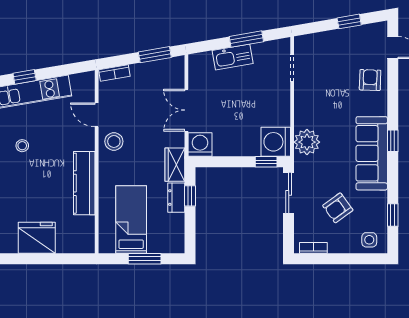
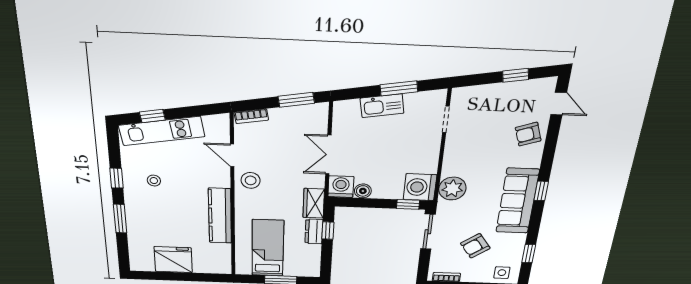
armchair: (370, 80) -> (528, 134), turned -111
boiler: (221, 148) -> (363, 191), added

